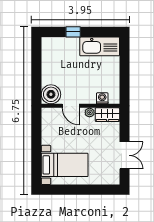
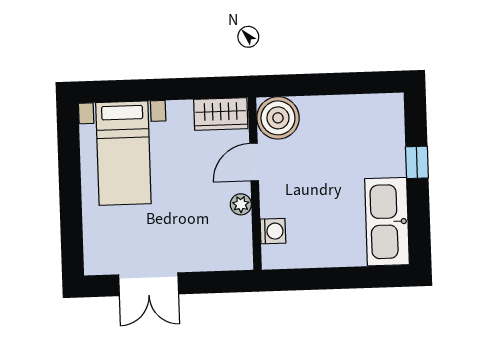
wardrobe: (107, 115) -> (221, 114), moved, turned -90

